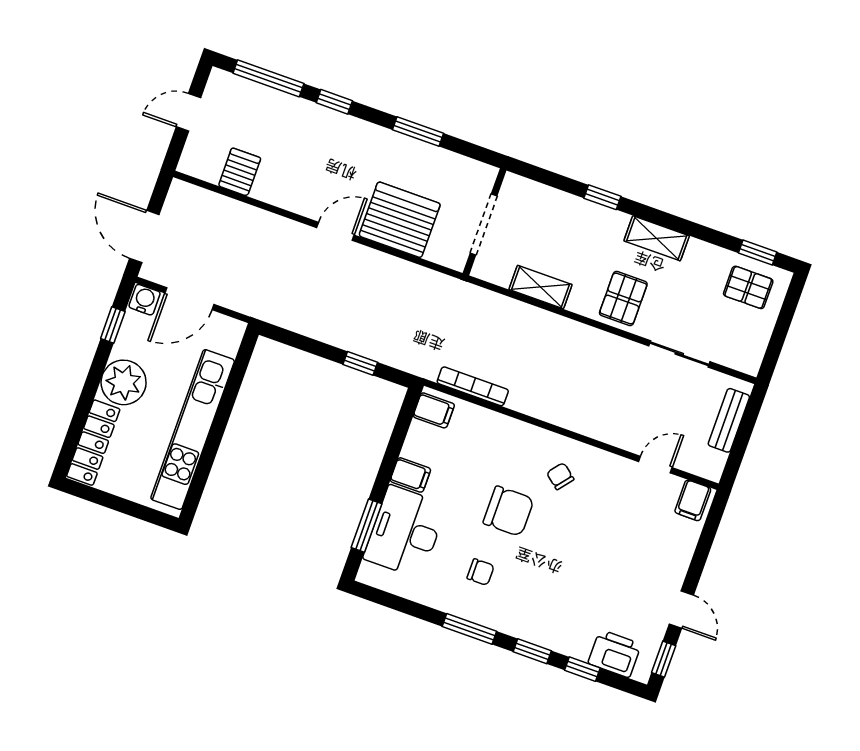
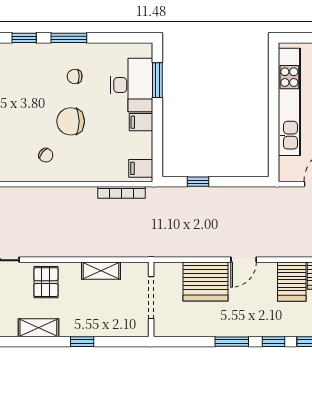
window: (418, 132) -> (232, 342), moved
server rack: (279, 177) -> (292, 282), added

